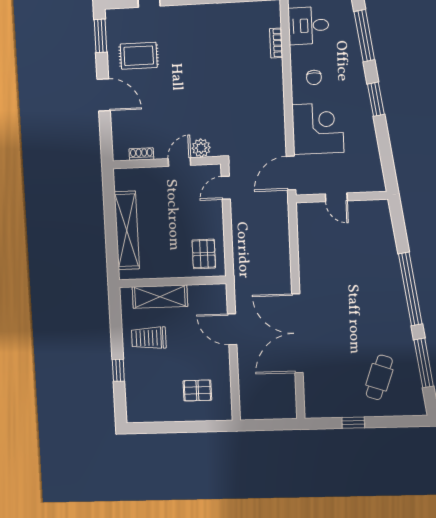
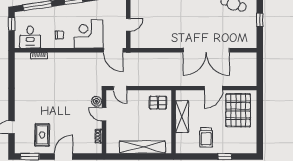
shelving: (160, 297) -> (182, 117), moved
door: (232, 329) -> (213, 88), moved
pallet: (197, 390) -> (238, 110), width x2.05, depth x2.00

